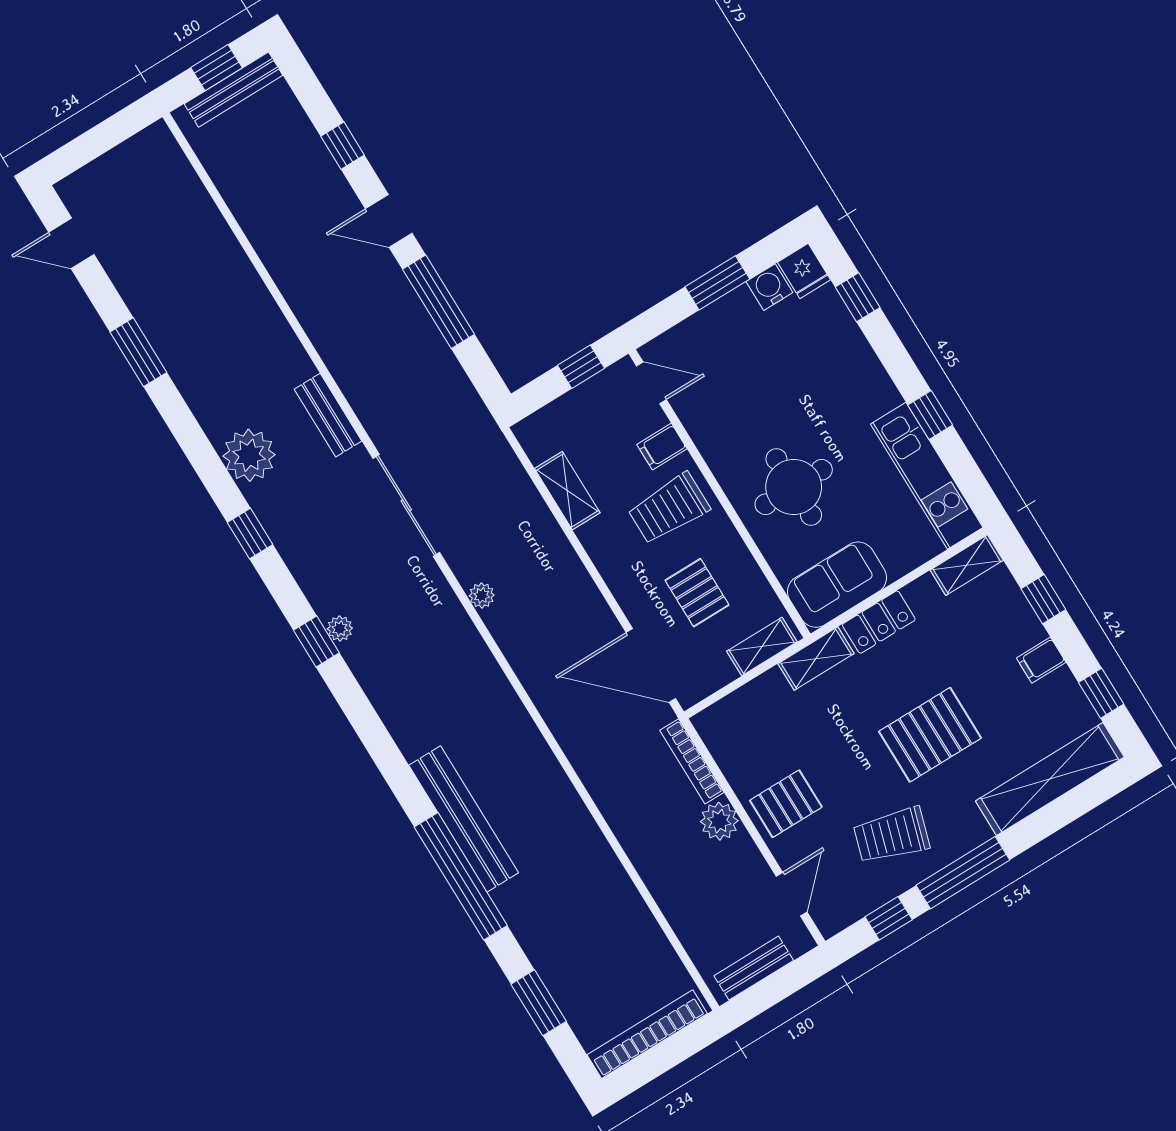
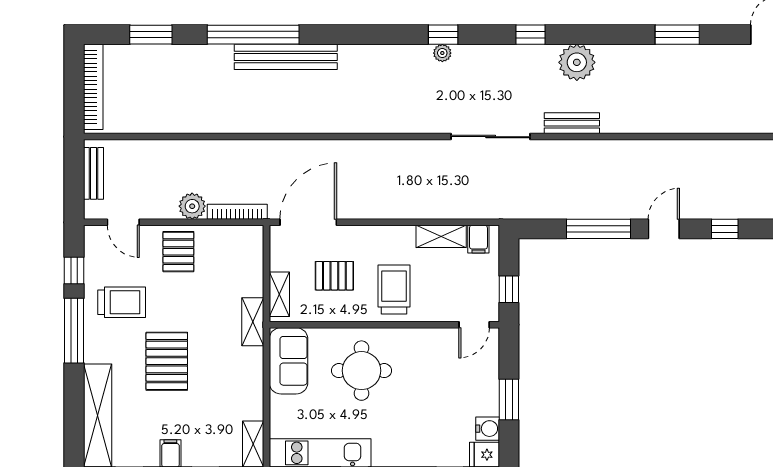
filing cabinet: (662, 447) -> (478, 239), moved, turned 180
plant: (482, 595) -> (411, 148), removed
locker: (879, 622) -> (251, 372), removed
trolley: (892, 835) -> (122, 302), turned 73

